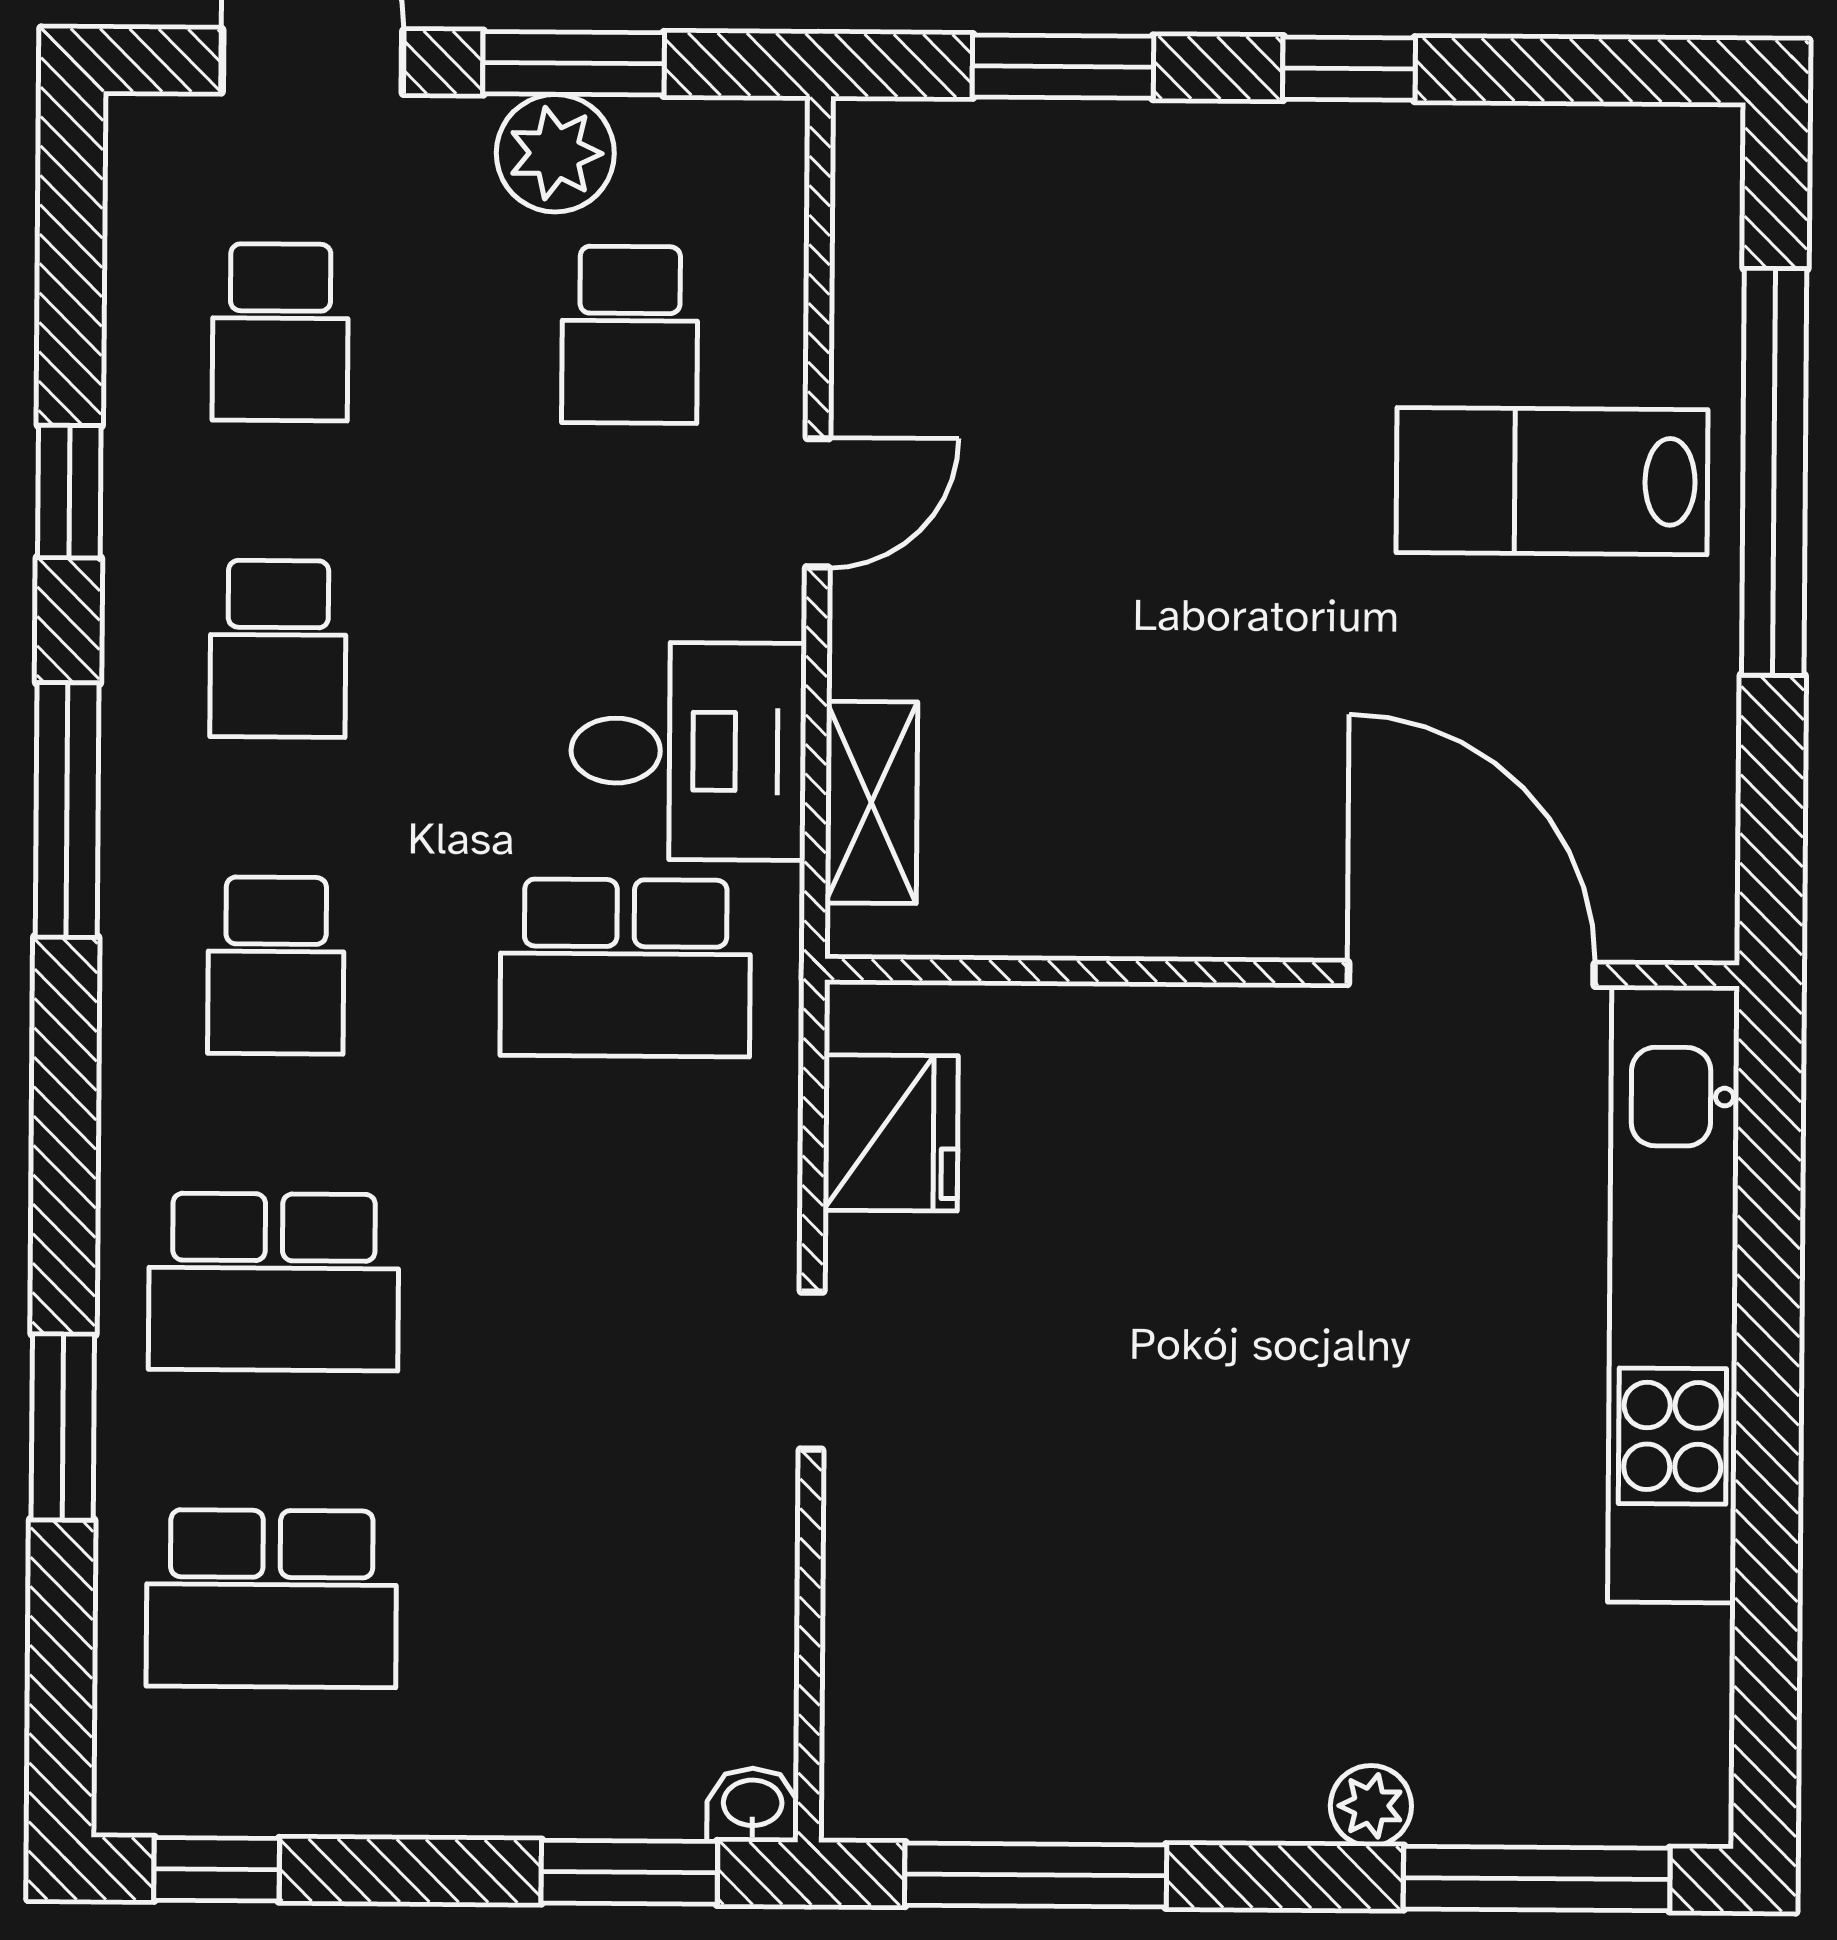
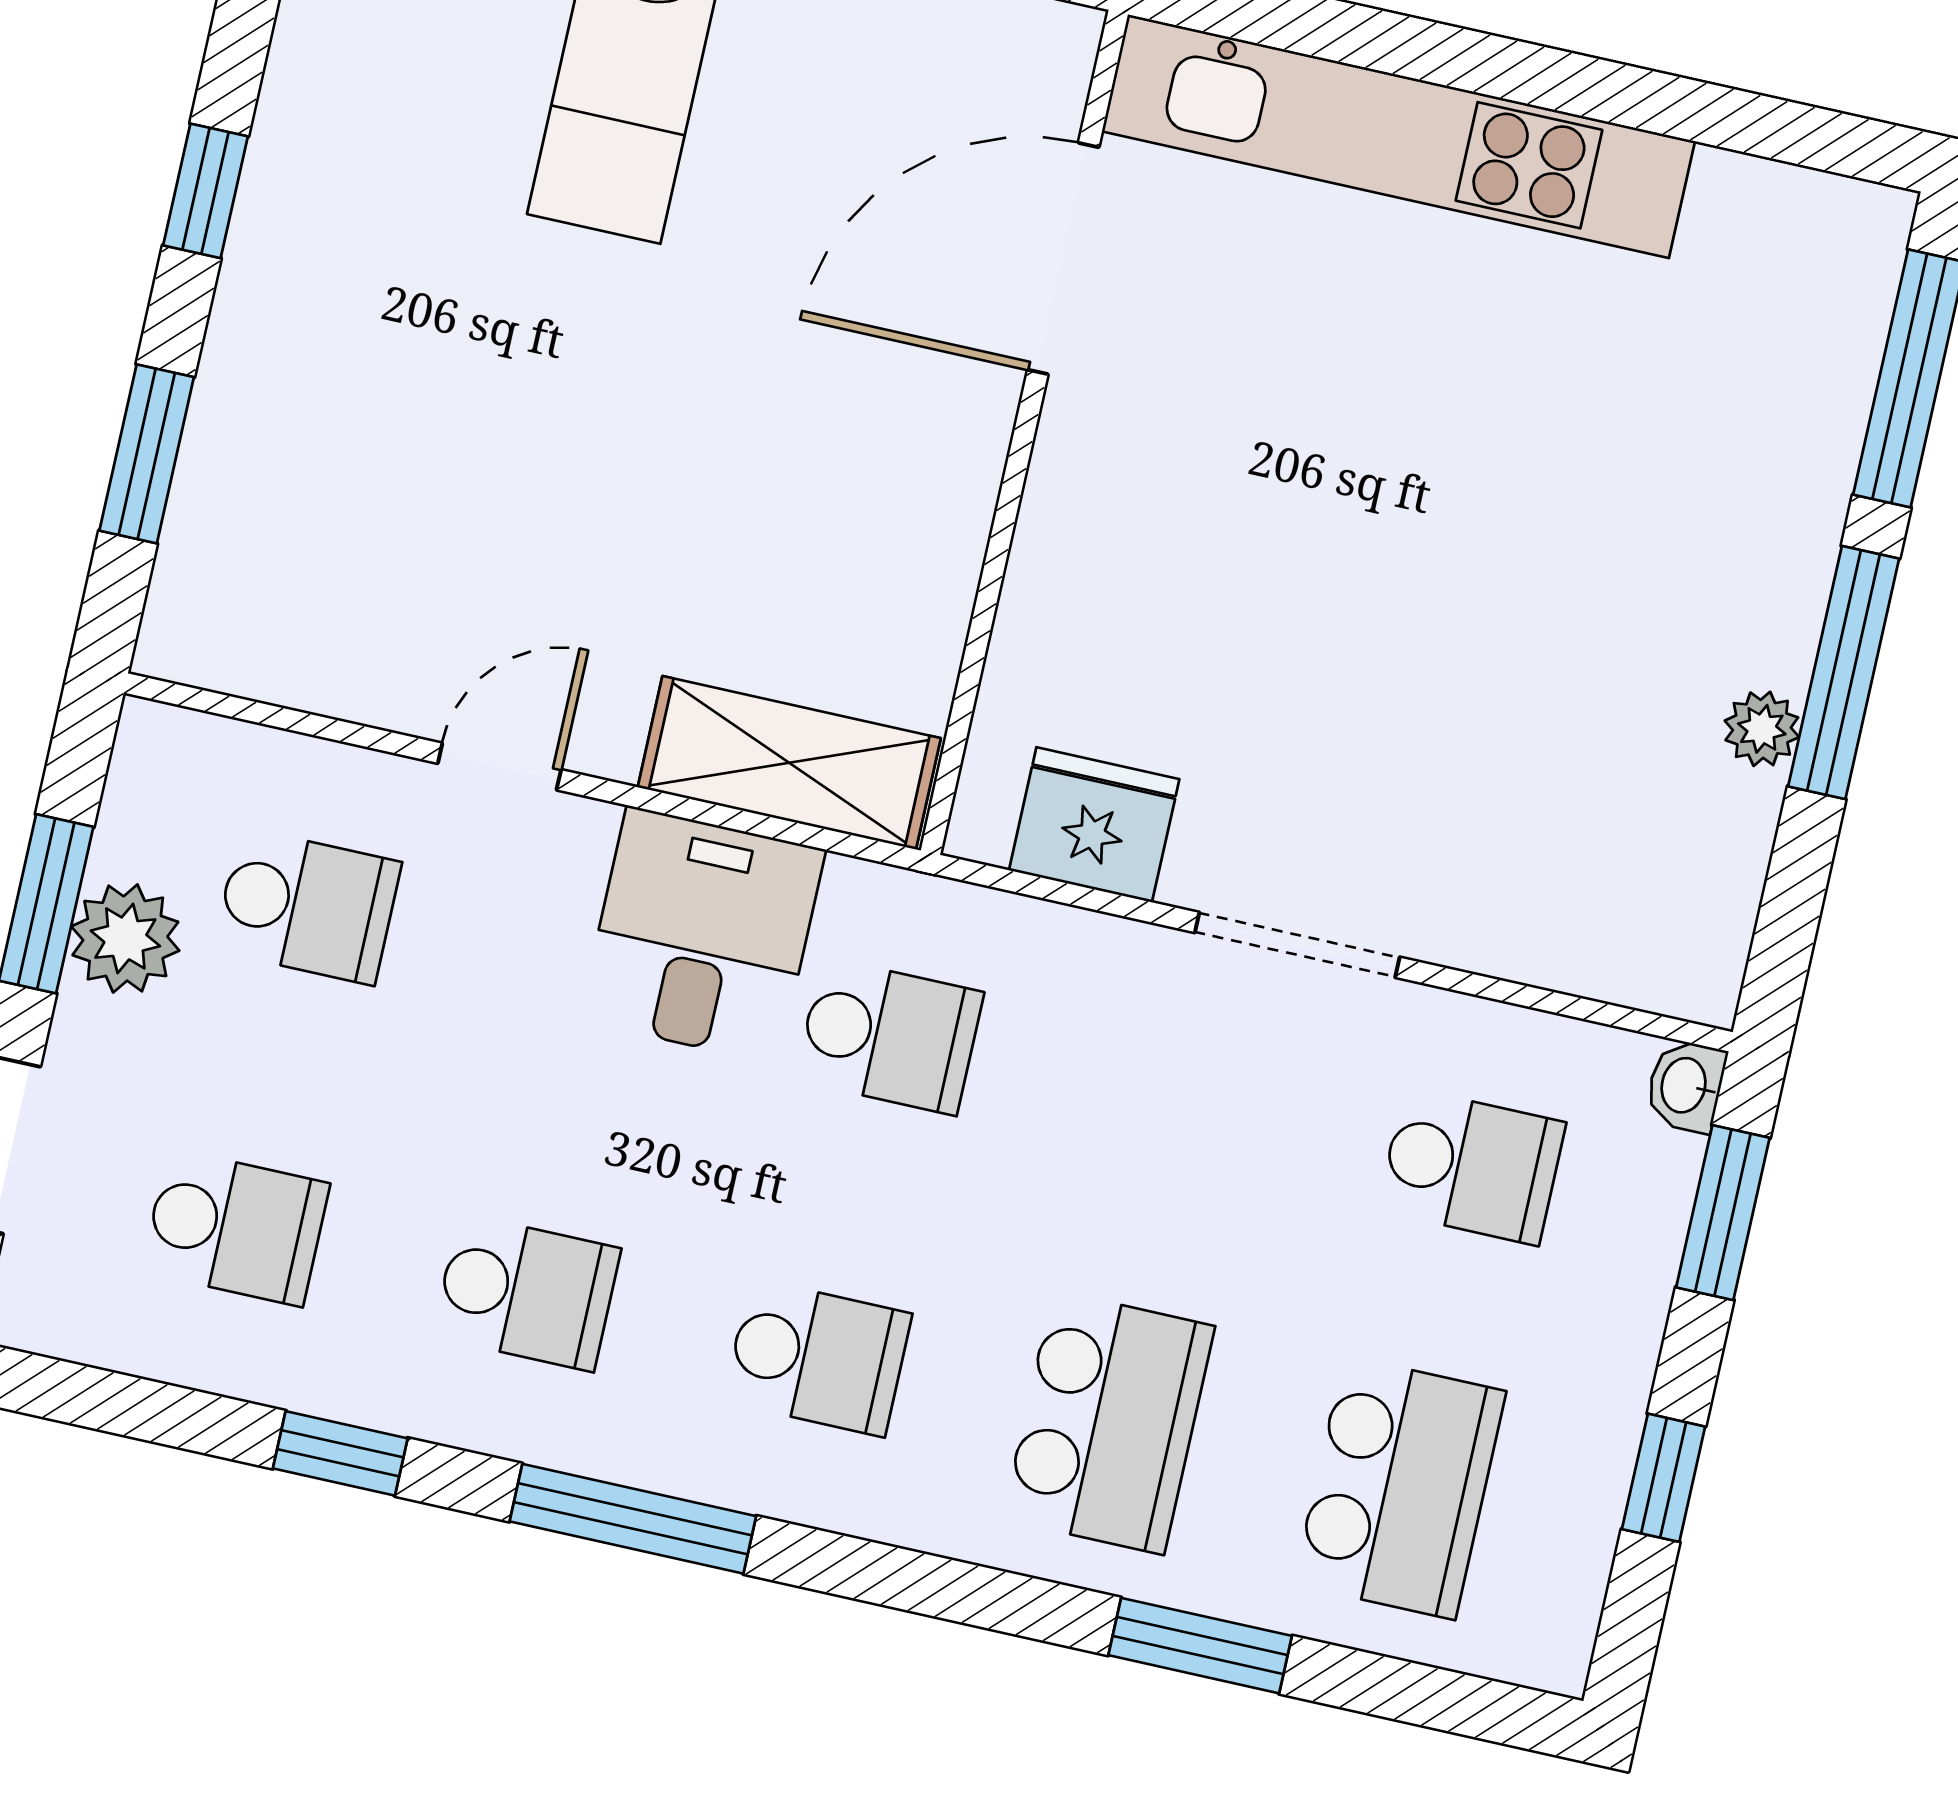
door: (818, 503) -> (499, 767), hinge flipped
shelving: (871, 802) -> (789, 763), width x1.50, depth x1.33
school desk: (625, 968) -> (889, 1036), width x0.54
doorway: (812, 1371) -> (1297, 945), width x1.38
school desk: (621, 1601) -> (1472, 1166), added
plant: (1371, 1806) -> (1762, 729), moved
window: (217, 1869) -> (1664, 1478), moved
window: (1036, 1875) -> (1844, 672), moved

